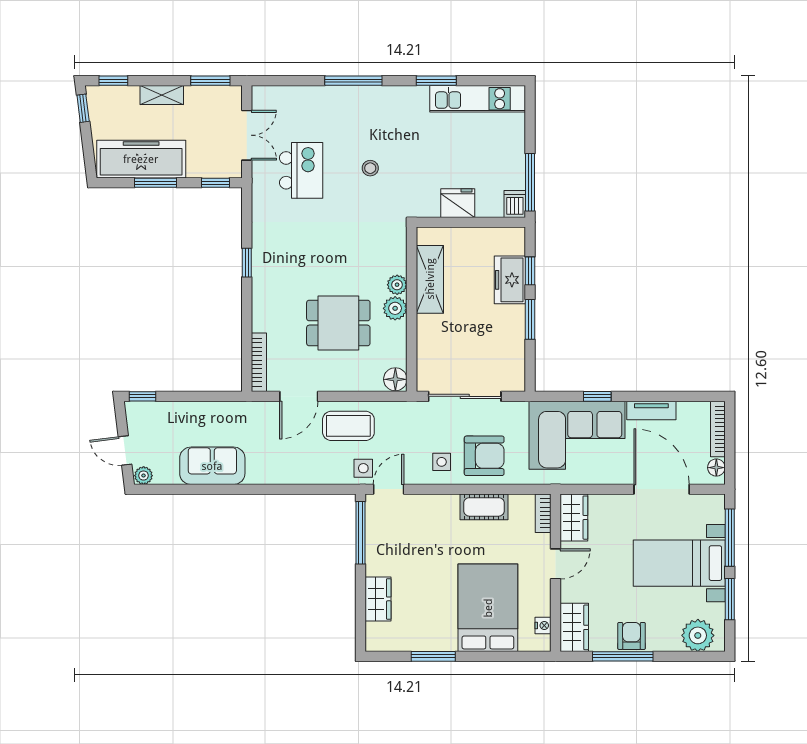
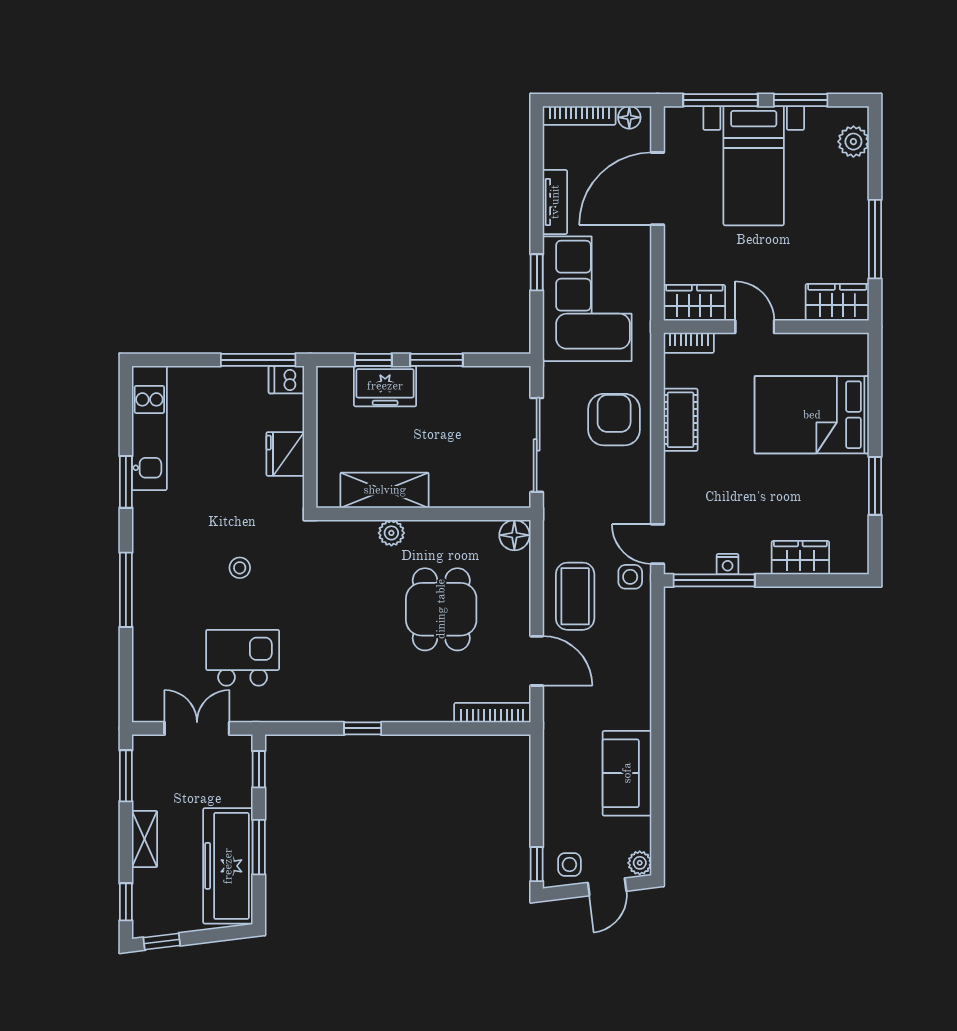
plant: (395, 308) -> (422, 535), removed
side table: (442, 462) -> (569, 865), moved
nightstand: (543, 626) -> (728, 564), moved, turned 180
plant: (698, 635) -> (853, 142), width x0.73, depth x0.73
armchair: (632, 636) -> (848, 228), removed

